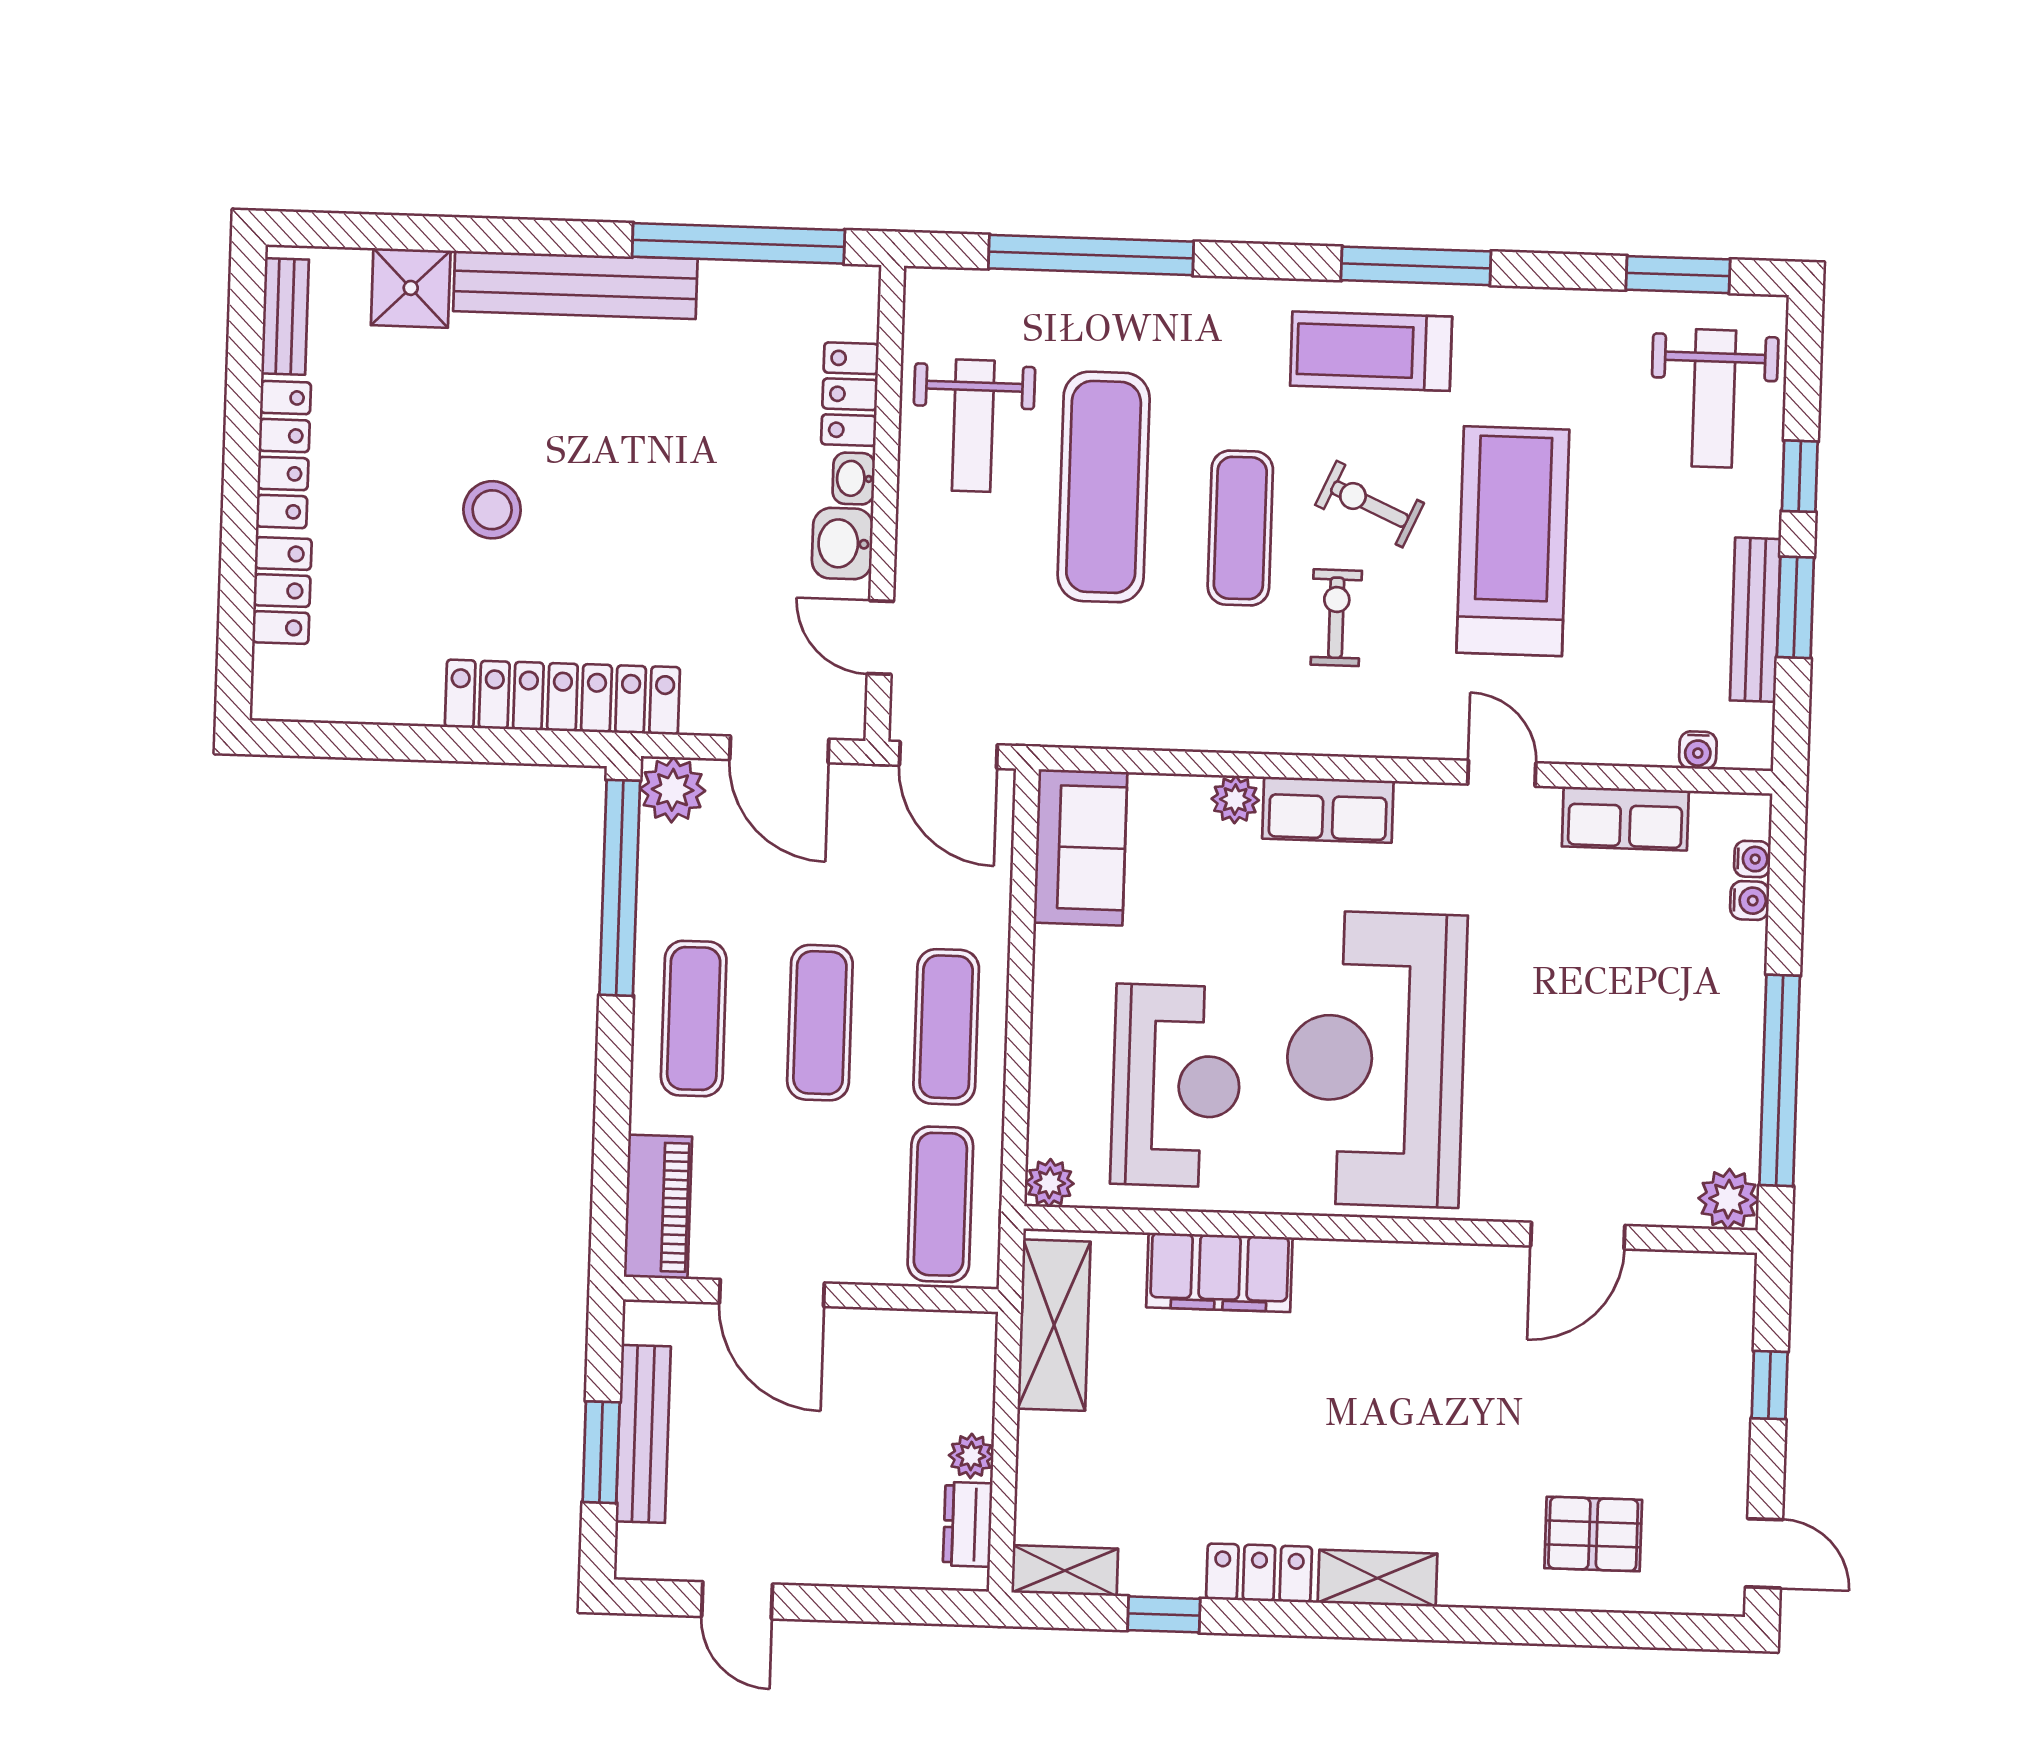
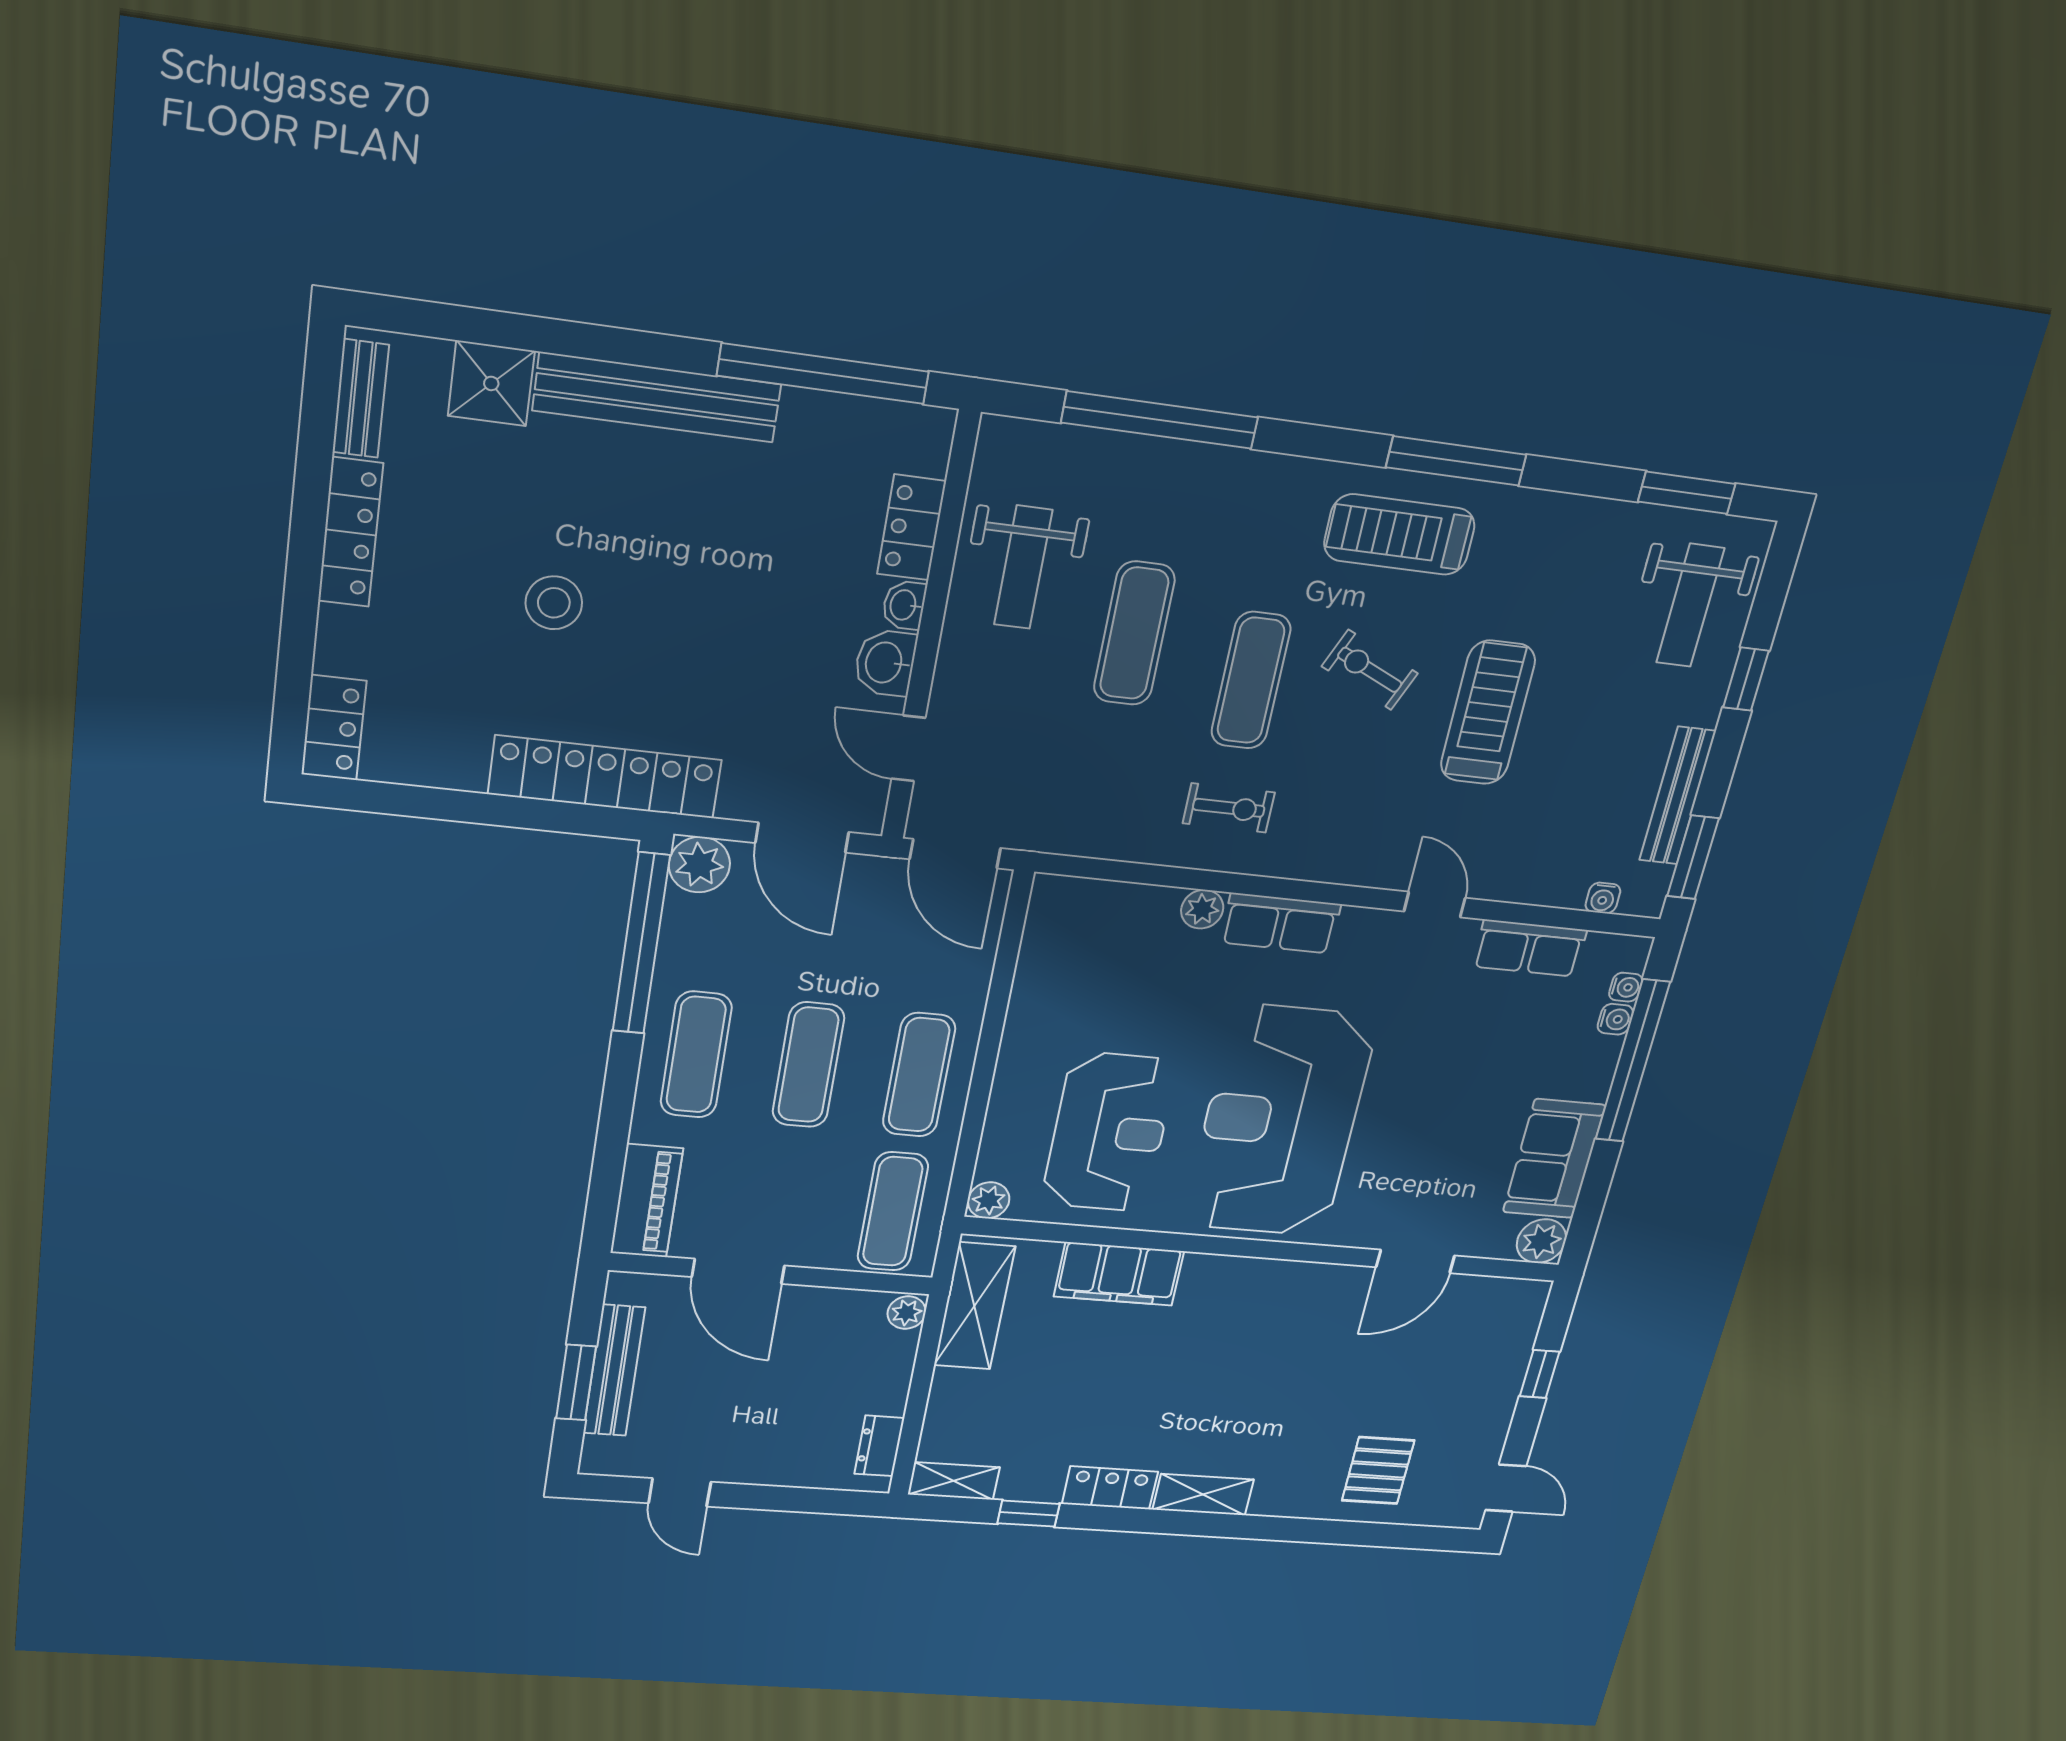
exercise mat: (1104, 487) -> (1134, 633), width x0.73, depth x0.69
treadmill: (1513, 541) -> (1488, 713), width x0.73, depth x0.73
locker: (282, 591) -> (334, 728), moved
window: (1795, 607) -> (1693, 857), moved
exercise bike: (1336, 618) -> (1229, 808), moved, turned 90
sofa: (1080, 847) -> (1554, 1159), moved, turned 180
window: (1780, 1080) -> (1633, 1061), moved
plant: (971, 1456) -> (907, 1313), moved
pallet: (1593, 1534) -> (1378, 1470), turned 90

